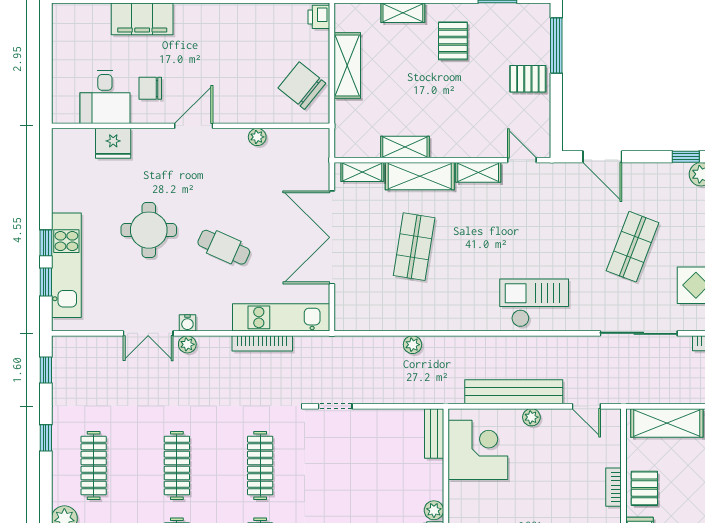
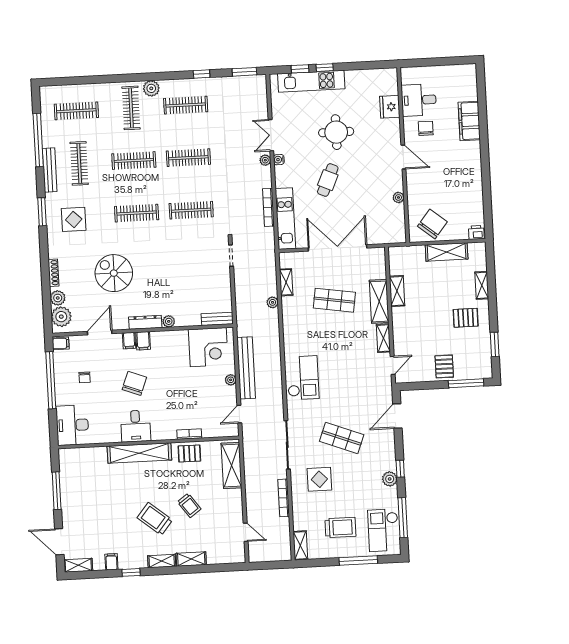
shelving: (362, 172) -> (286, 282), moved
window: (46, 370) -> (244, 72), width x1.50

